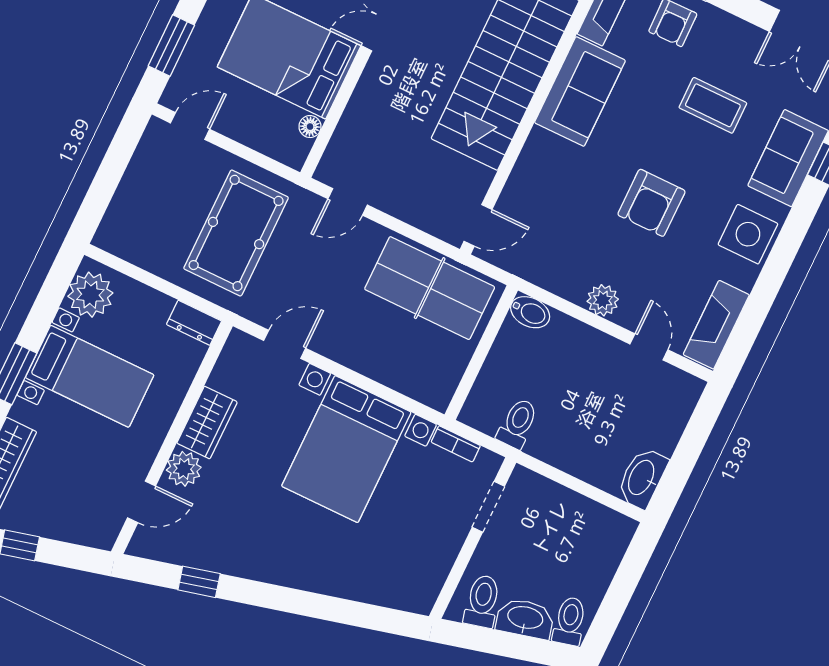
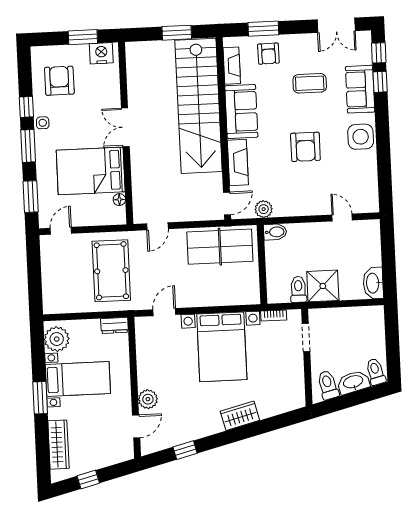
plant: (603, 300) -> (264, 209), moved
fireplace: (716, 325) -> (238, 162), moved, turned 180
wardrobe: (207, 422) -> (240, 416), moved, turned -104
shower: (559, 439) -> (323, 286), added

